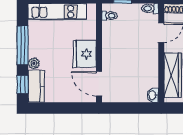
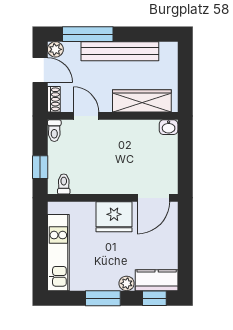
window: (23, 45) -> (103, 298), width x0.69

